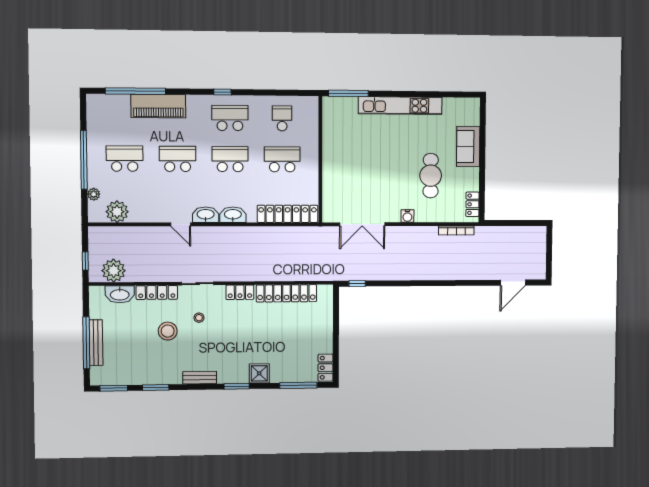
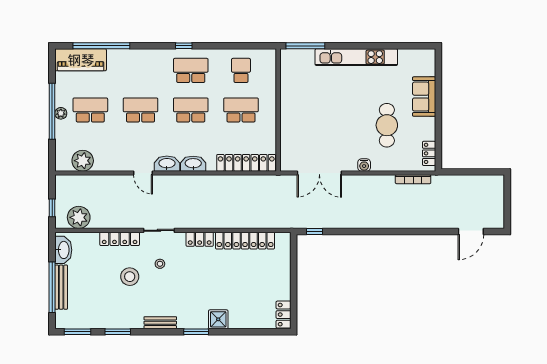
piano: (158, 106) -> (81, 60), moved
plant: (94, 194) -> (61, 113), moved
washbasin: (120, 294) -> (63, 250), moved, turned -90
window: (299, 385) -> (257, 332), removed

